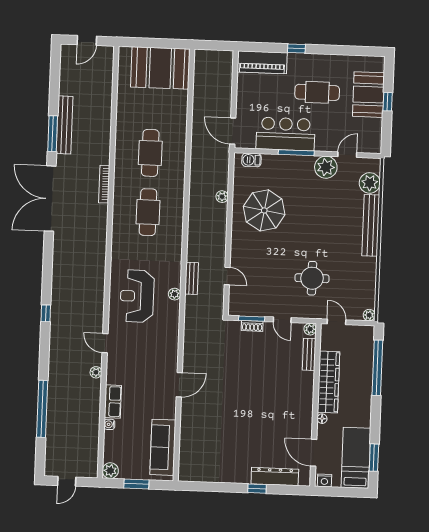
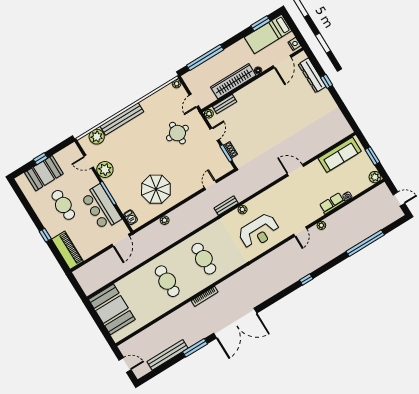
bench: (65, 125) -> (167, 355), moved
cafe table: (150, 153) -> (167, 281), turned 90
cafe table: (148, 212) -> (204, 259), turned 90

